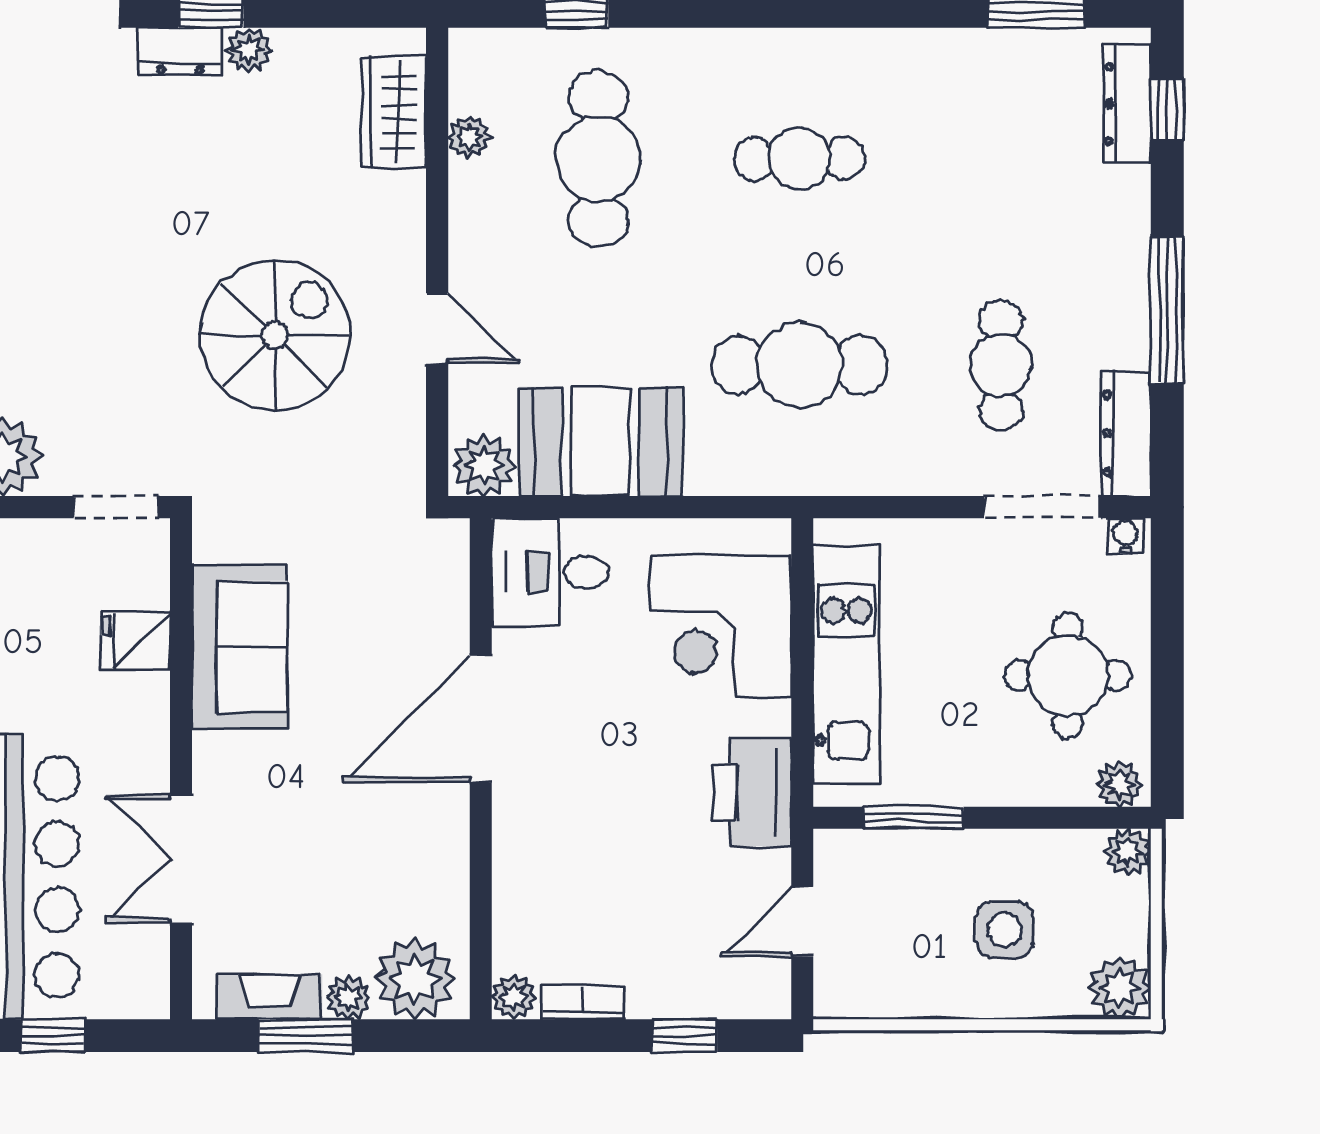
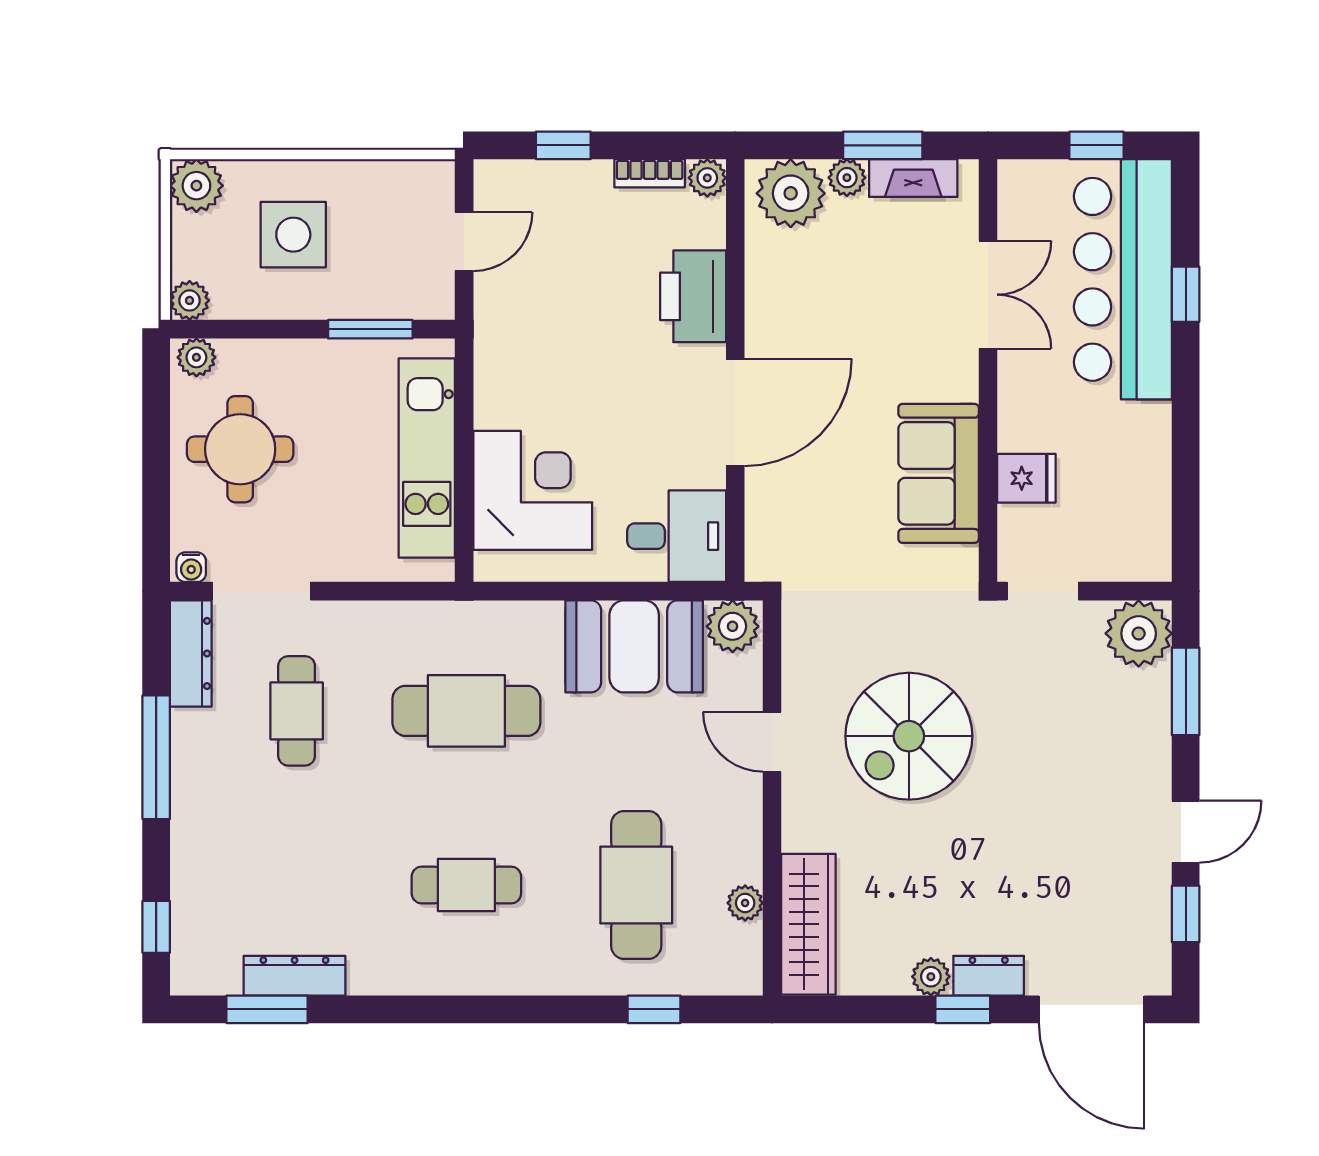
dresser: (1127, 104) -> (295, 976), moved, turned -90
wardrobe: (394, 112) -> (808, 924), width x1.50
printer: (752, 792) -> (693, 296), moved, turned 180
side table: (1005, 930) -> (293, 235), width x1.37, depth x1.37

